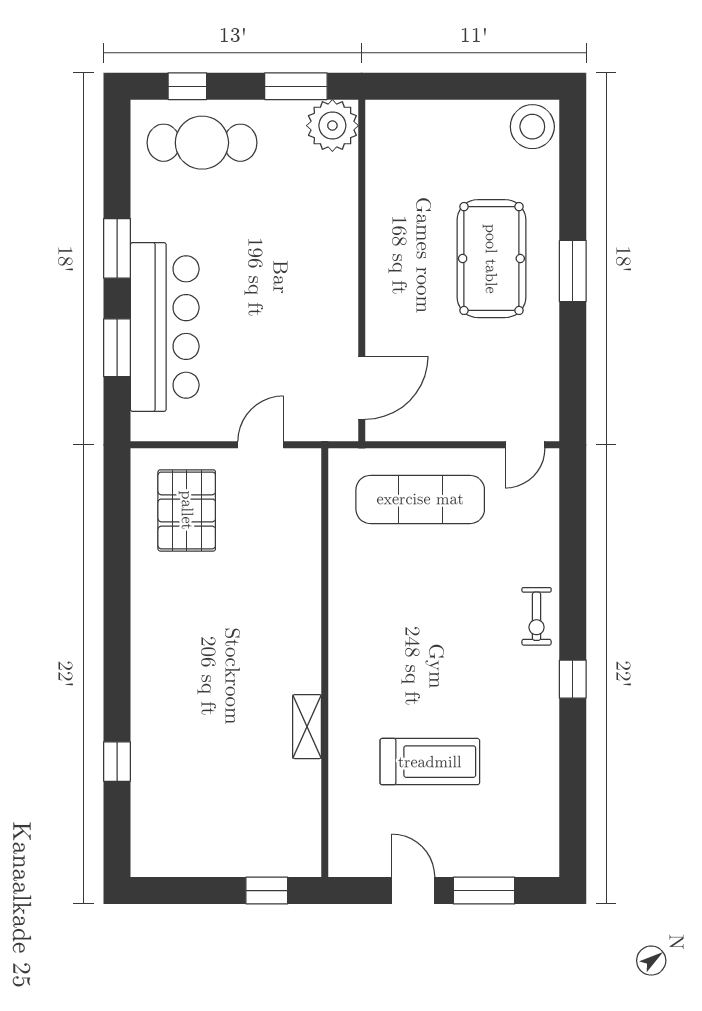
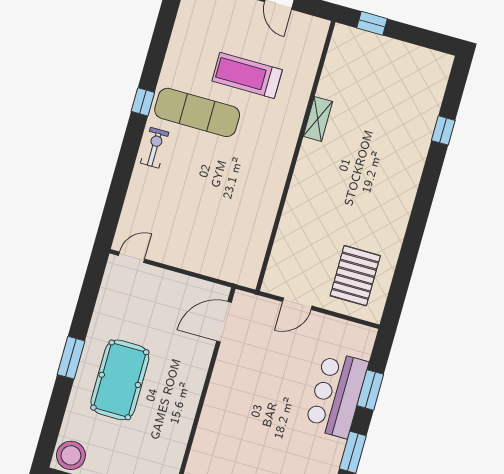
bar counter: (165, 327) -> (337, 395), width x0.73
exercise mat: (420, 499) -> (197, 112), moved

